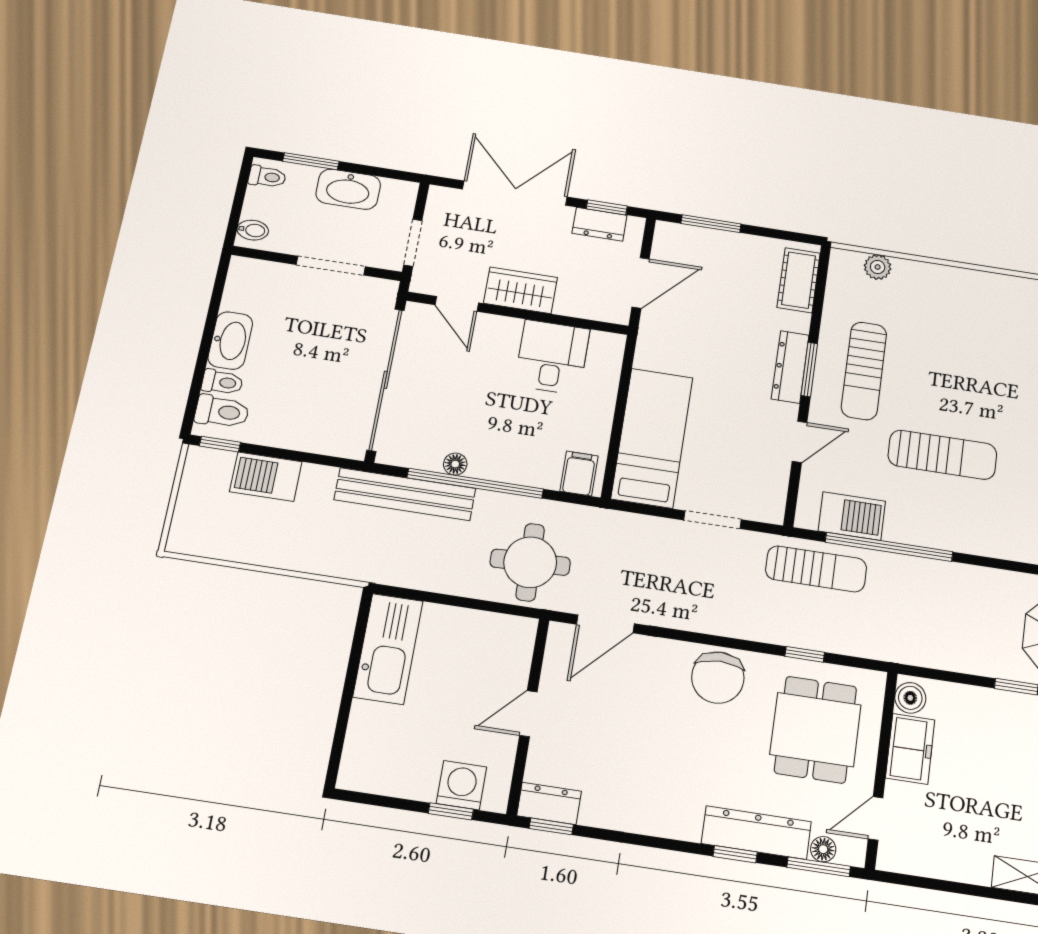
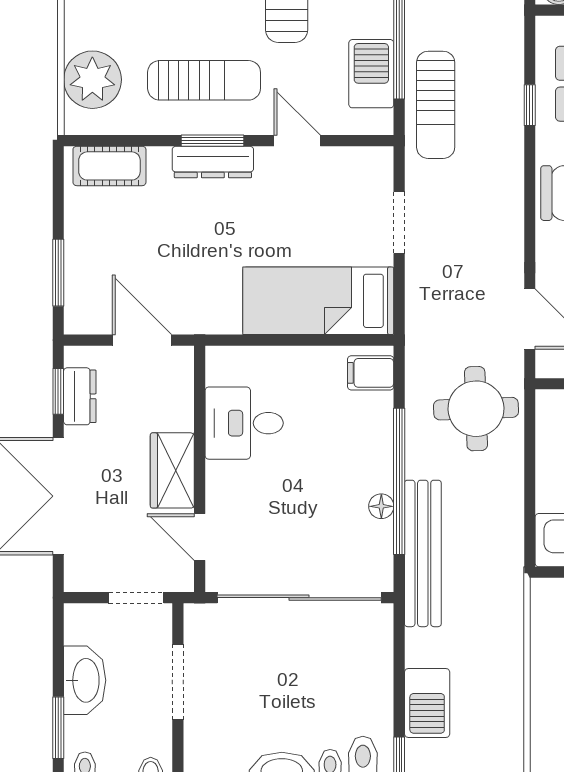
plant: (878, 267) -> (92, 80), width x1.87, depth x1.87
door: (457, 304) -> (200, 537), swing flipped
sun lounger: (816, 569) -> (436, 105), turned 180

